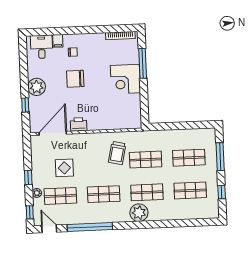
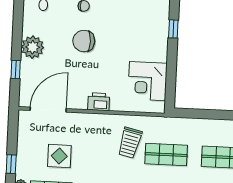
window: (143, 63) -> (173, 29), width x0.46
corner desk: (125, 79) -> (148, 81), moved
printer: (79, 124) -> (99, 102), moved

